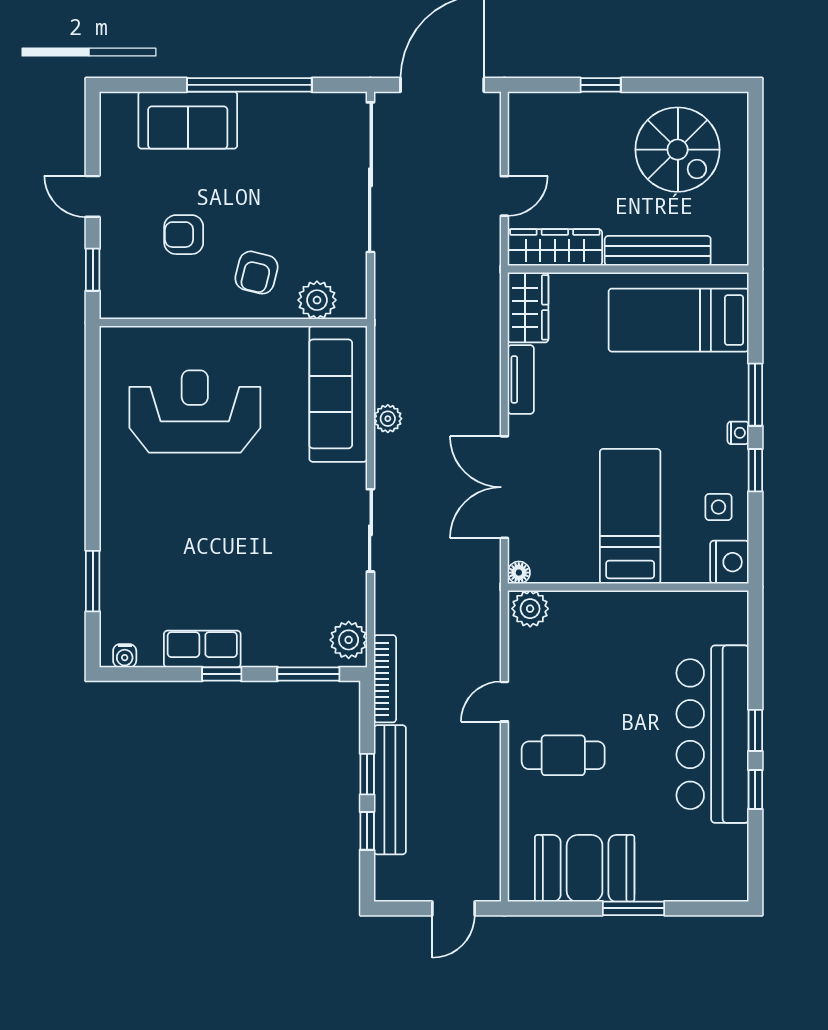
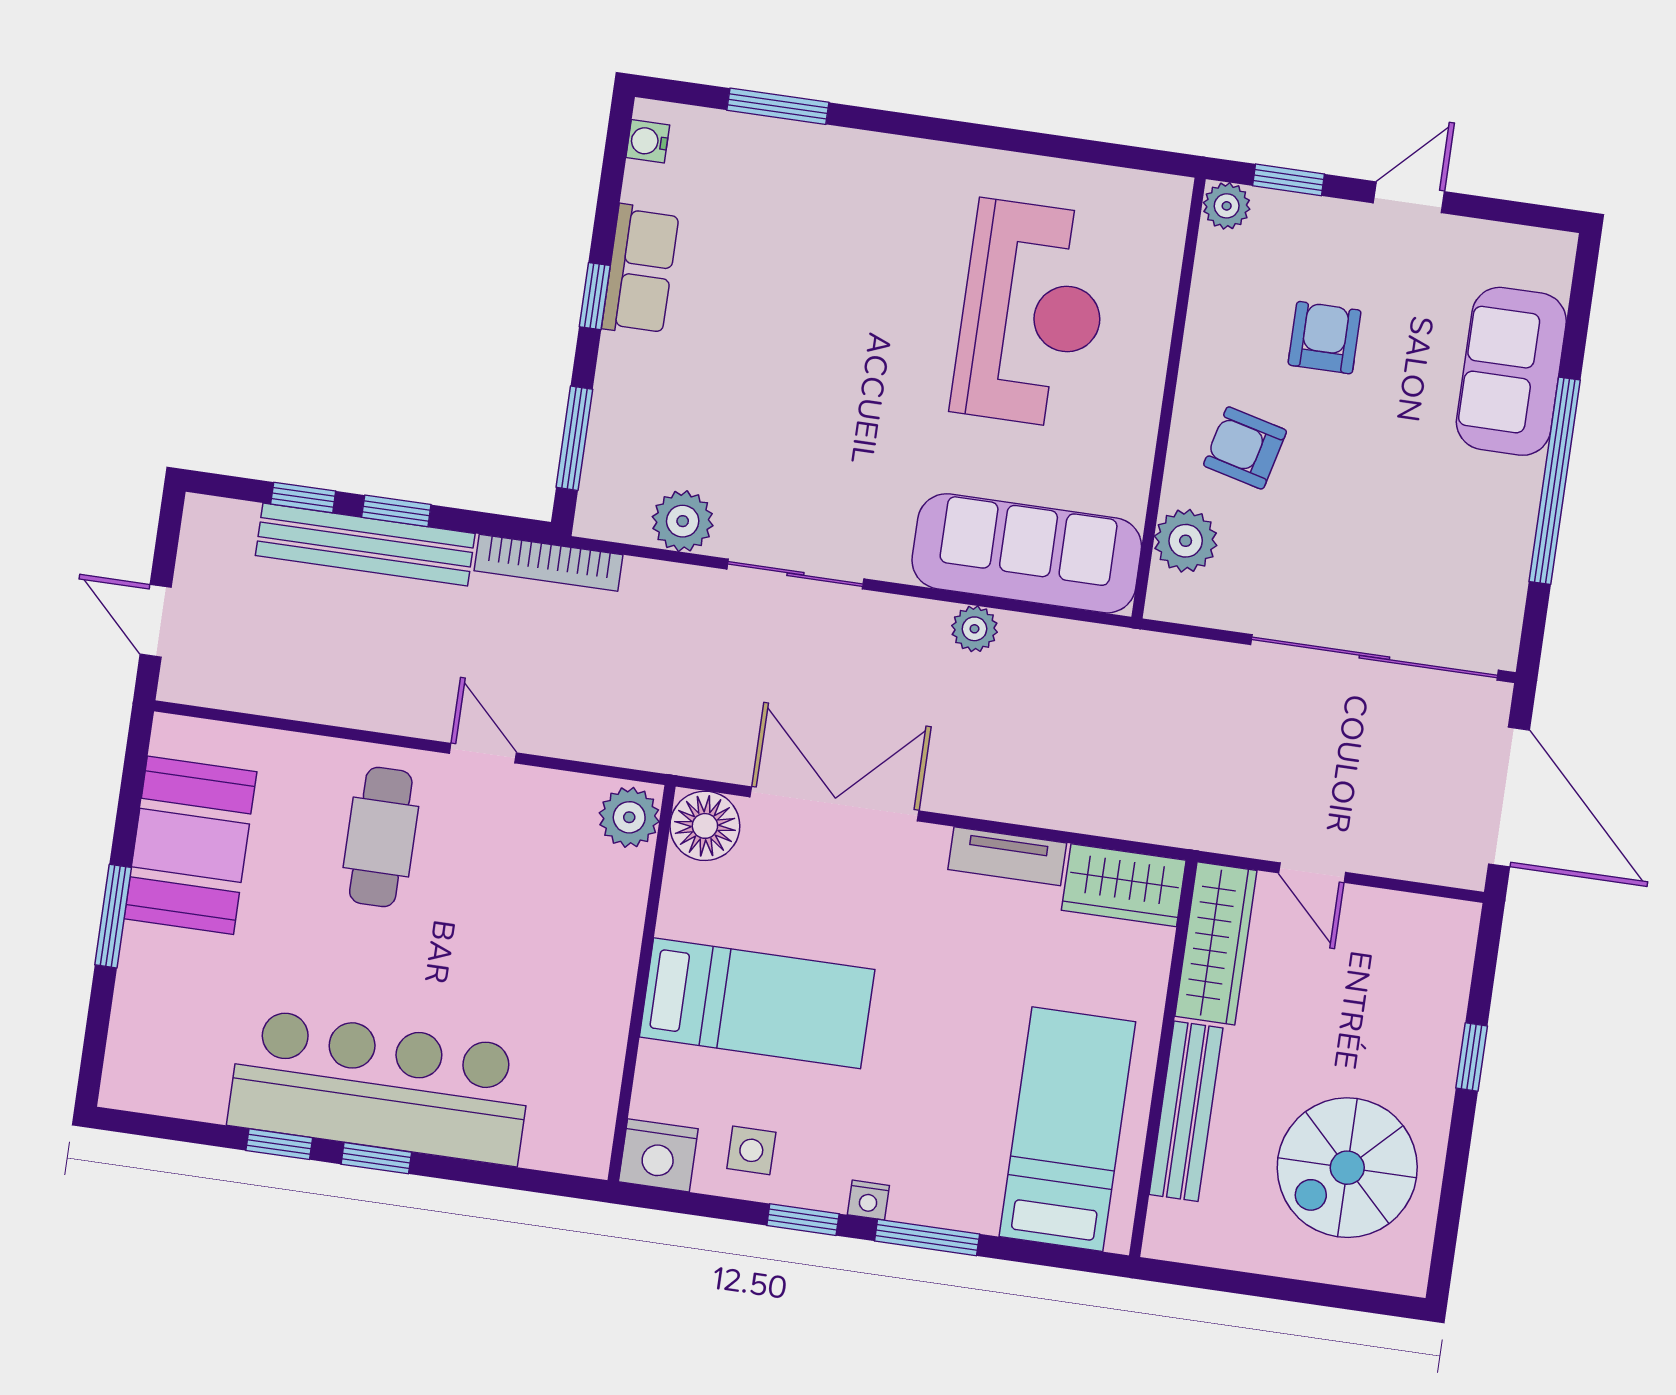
plant: (113, 304) -> (1227, 206), added
floor lamp: (519, 573) -> (705, 826), width x1.89, depth x1.89
plant: (349, 640) -> (683, 521), moved

